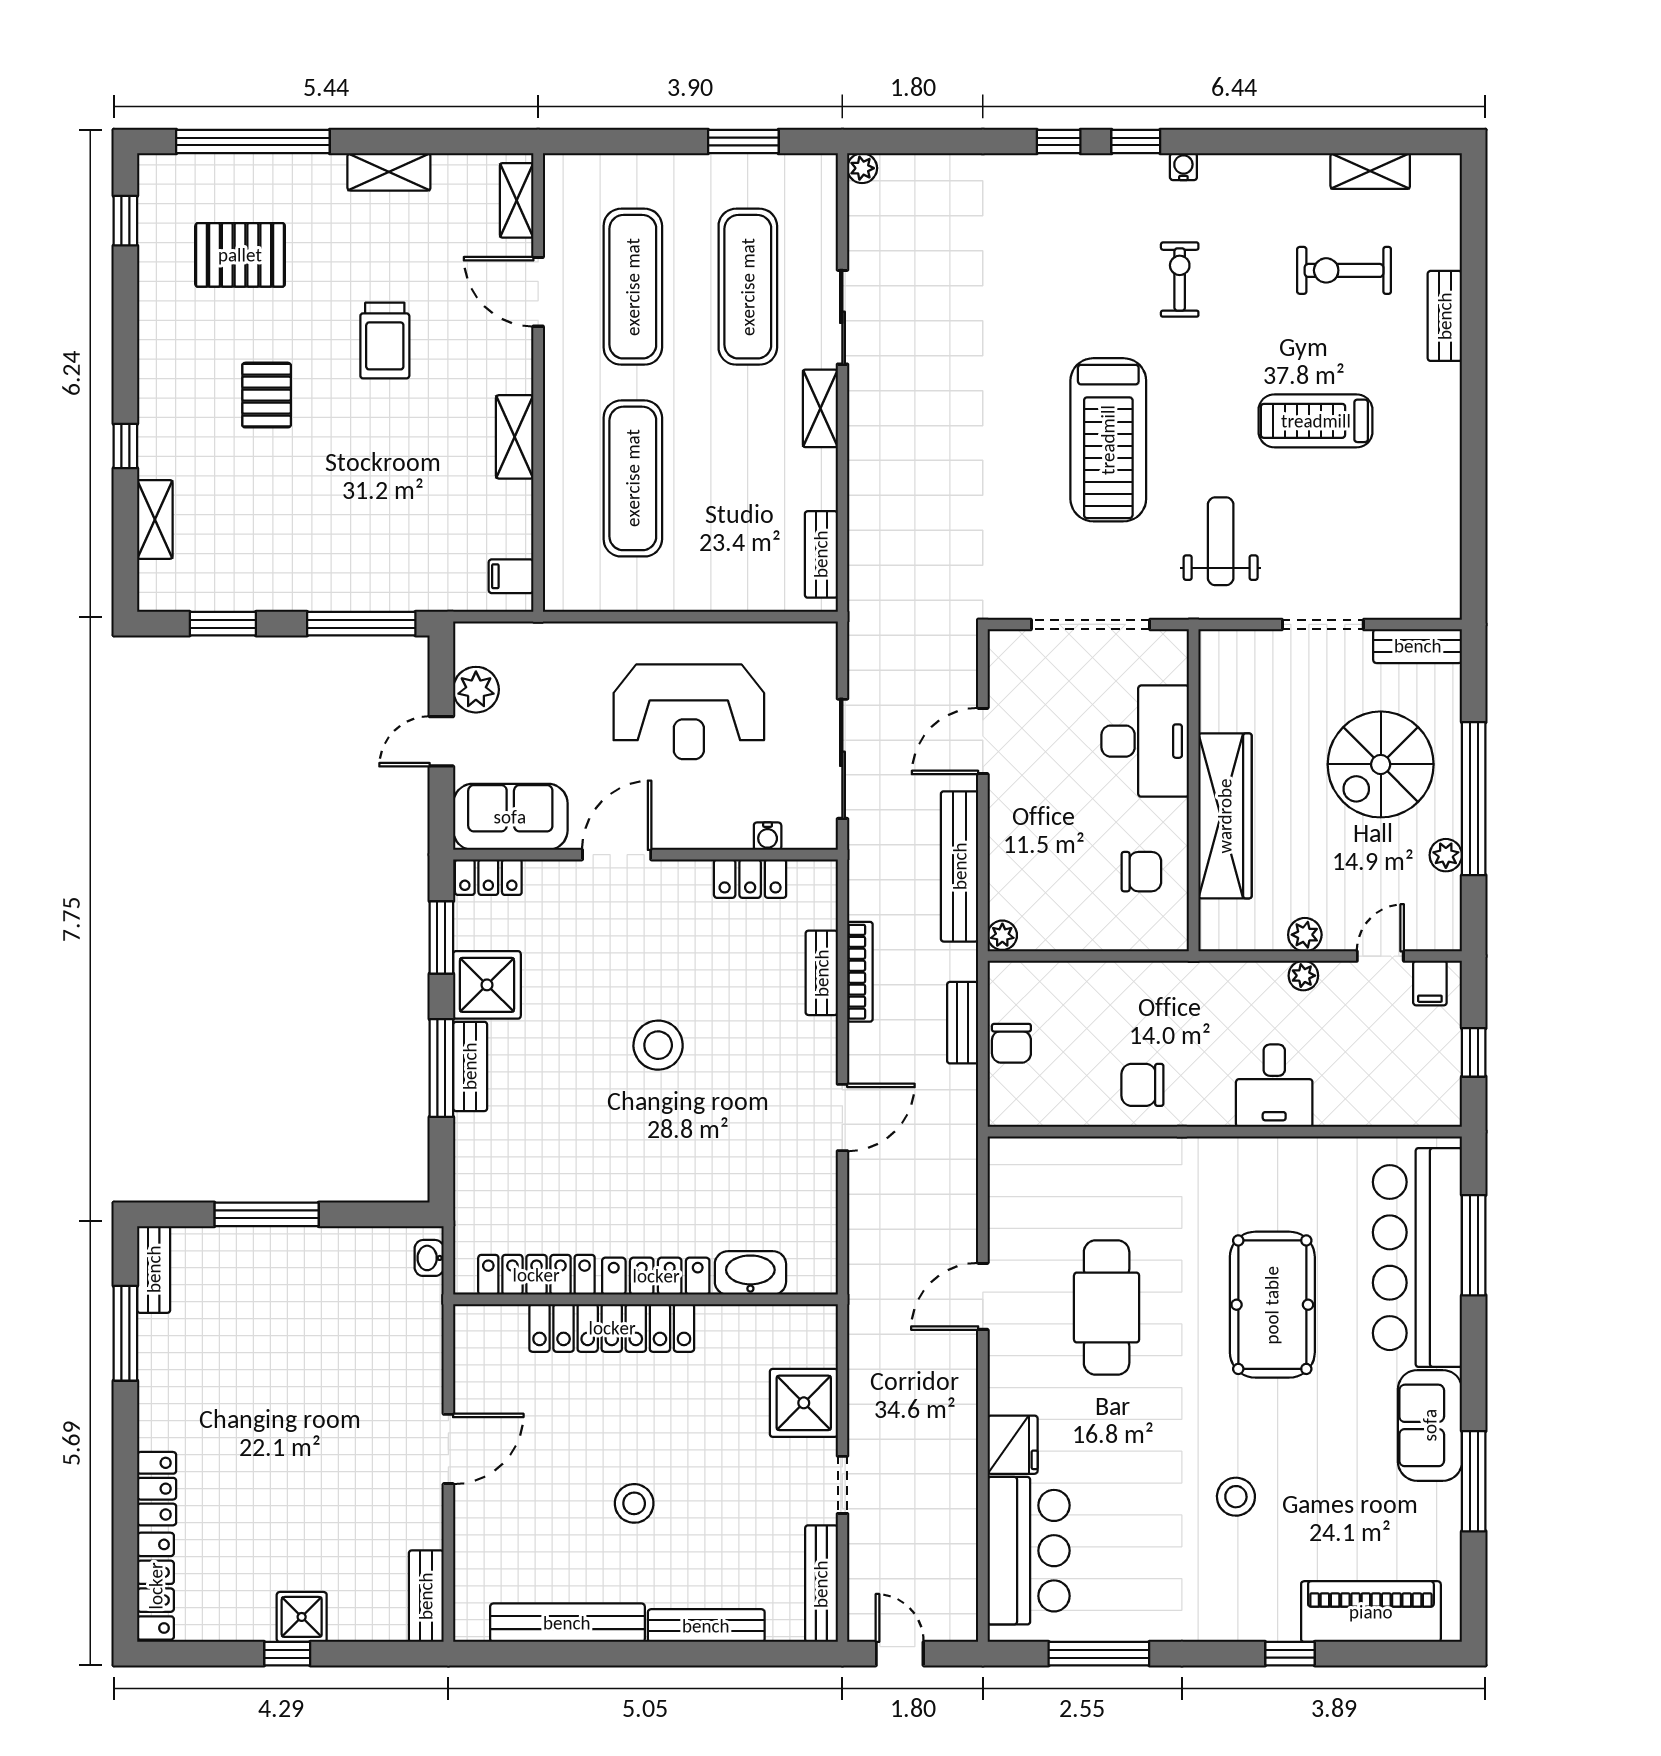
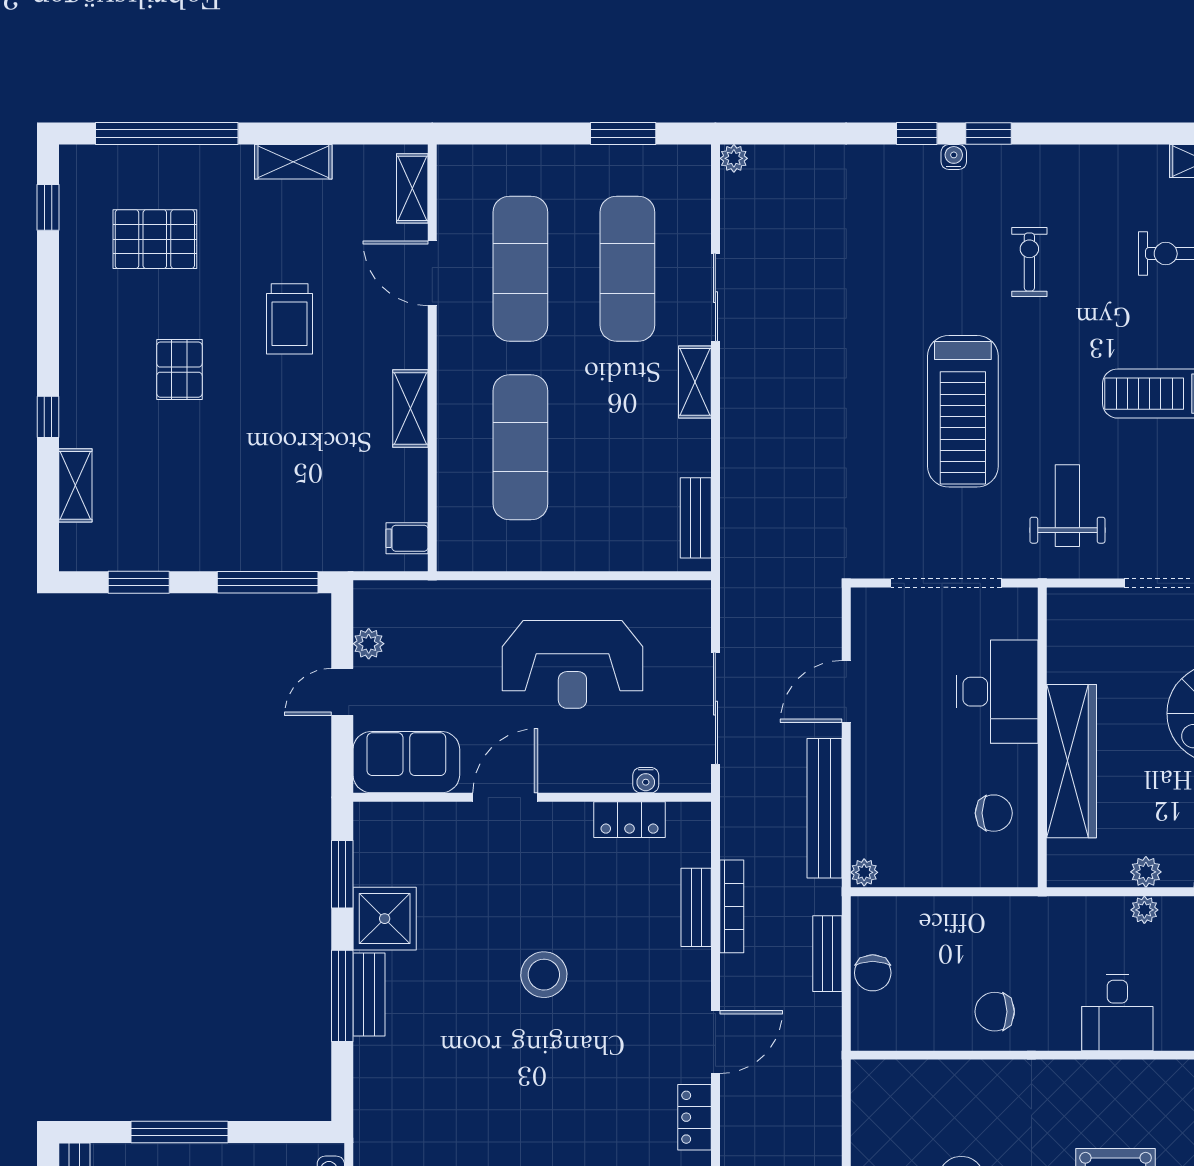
water cooler: (1183, 167) -> (954, 157), moved
plant: (476, 690) -> (369, 644), width x0.73, depth x0.73
locker: (488, 877) -> (695, 1117), moved, turned 90

